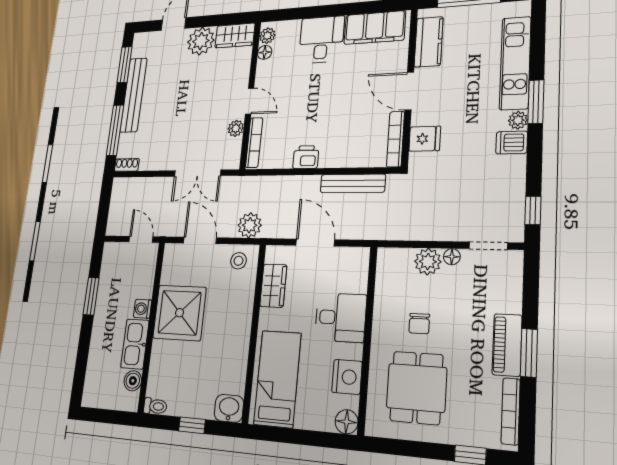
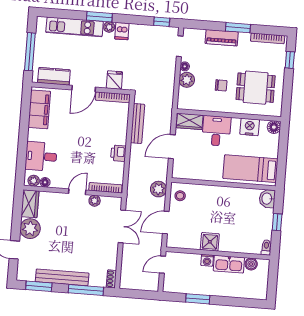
desk: (321, 40) -> (41, 156), moved
wardrobe: (273, 286) -> (190, 121), moved, turned 180
shower: (179, 313) -> (210, 242), width x0.54, depth x0.54
piano: (507, 345) -> (222, 38), moved

